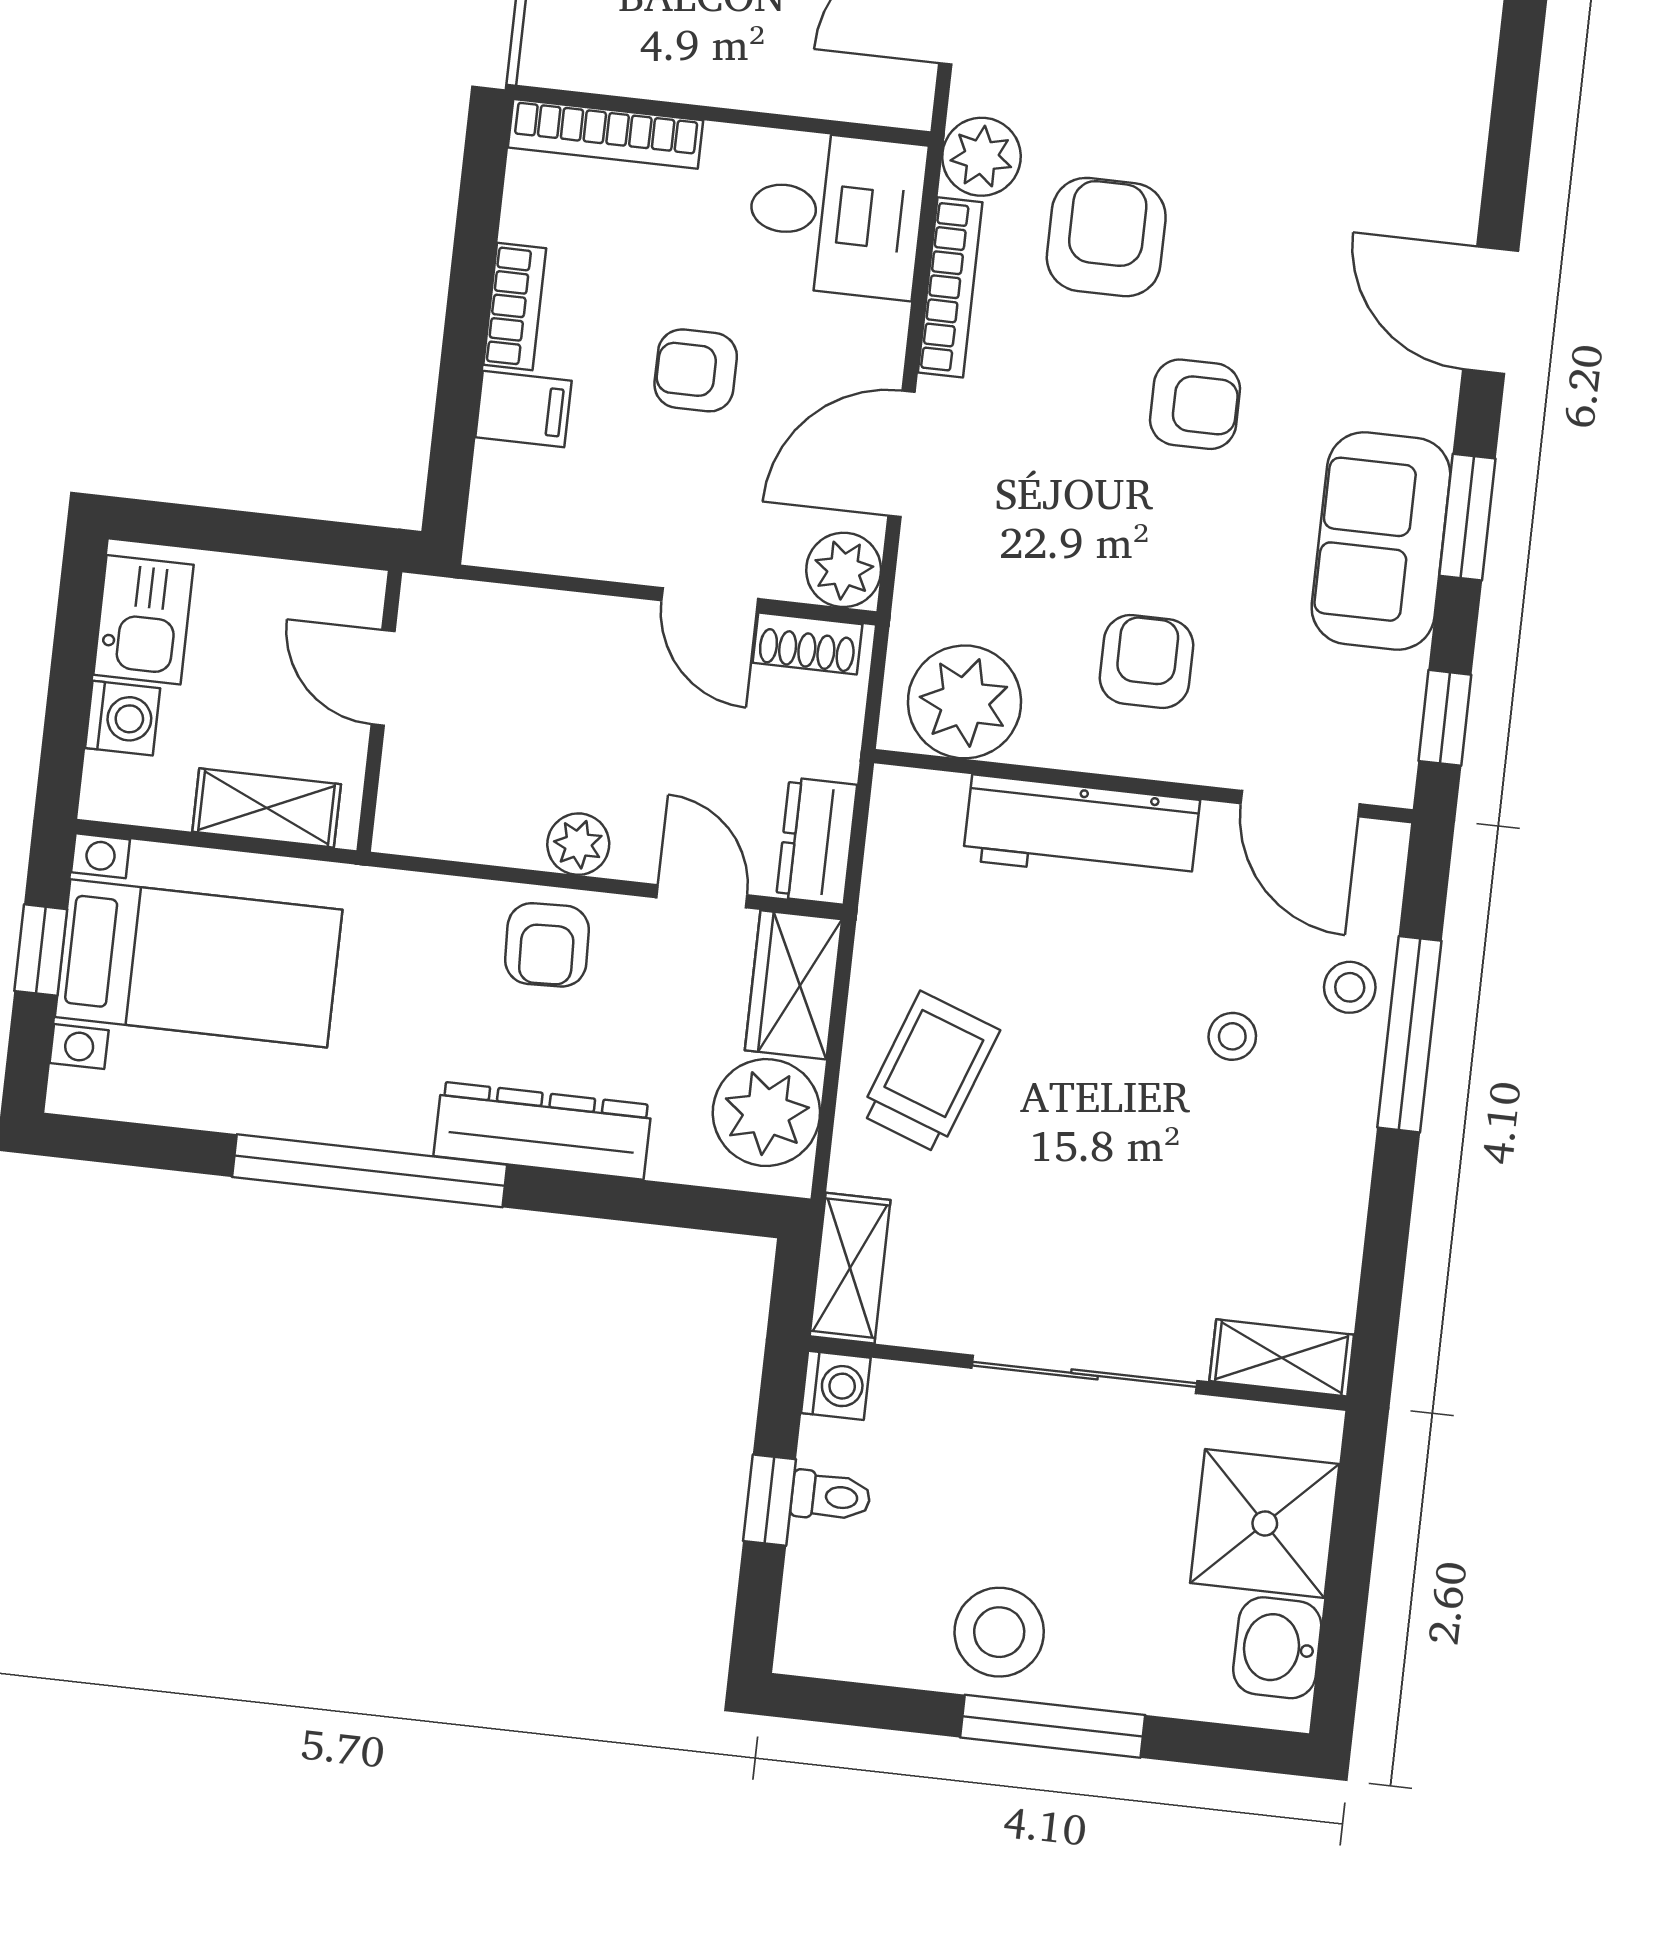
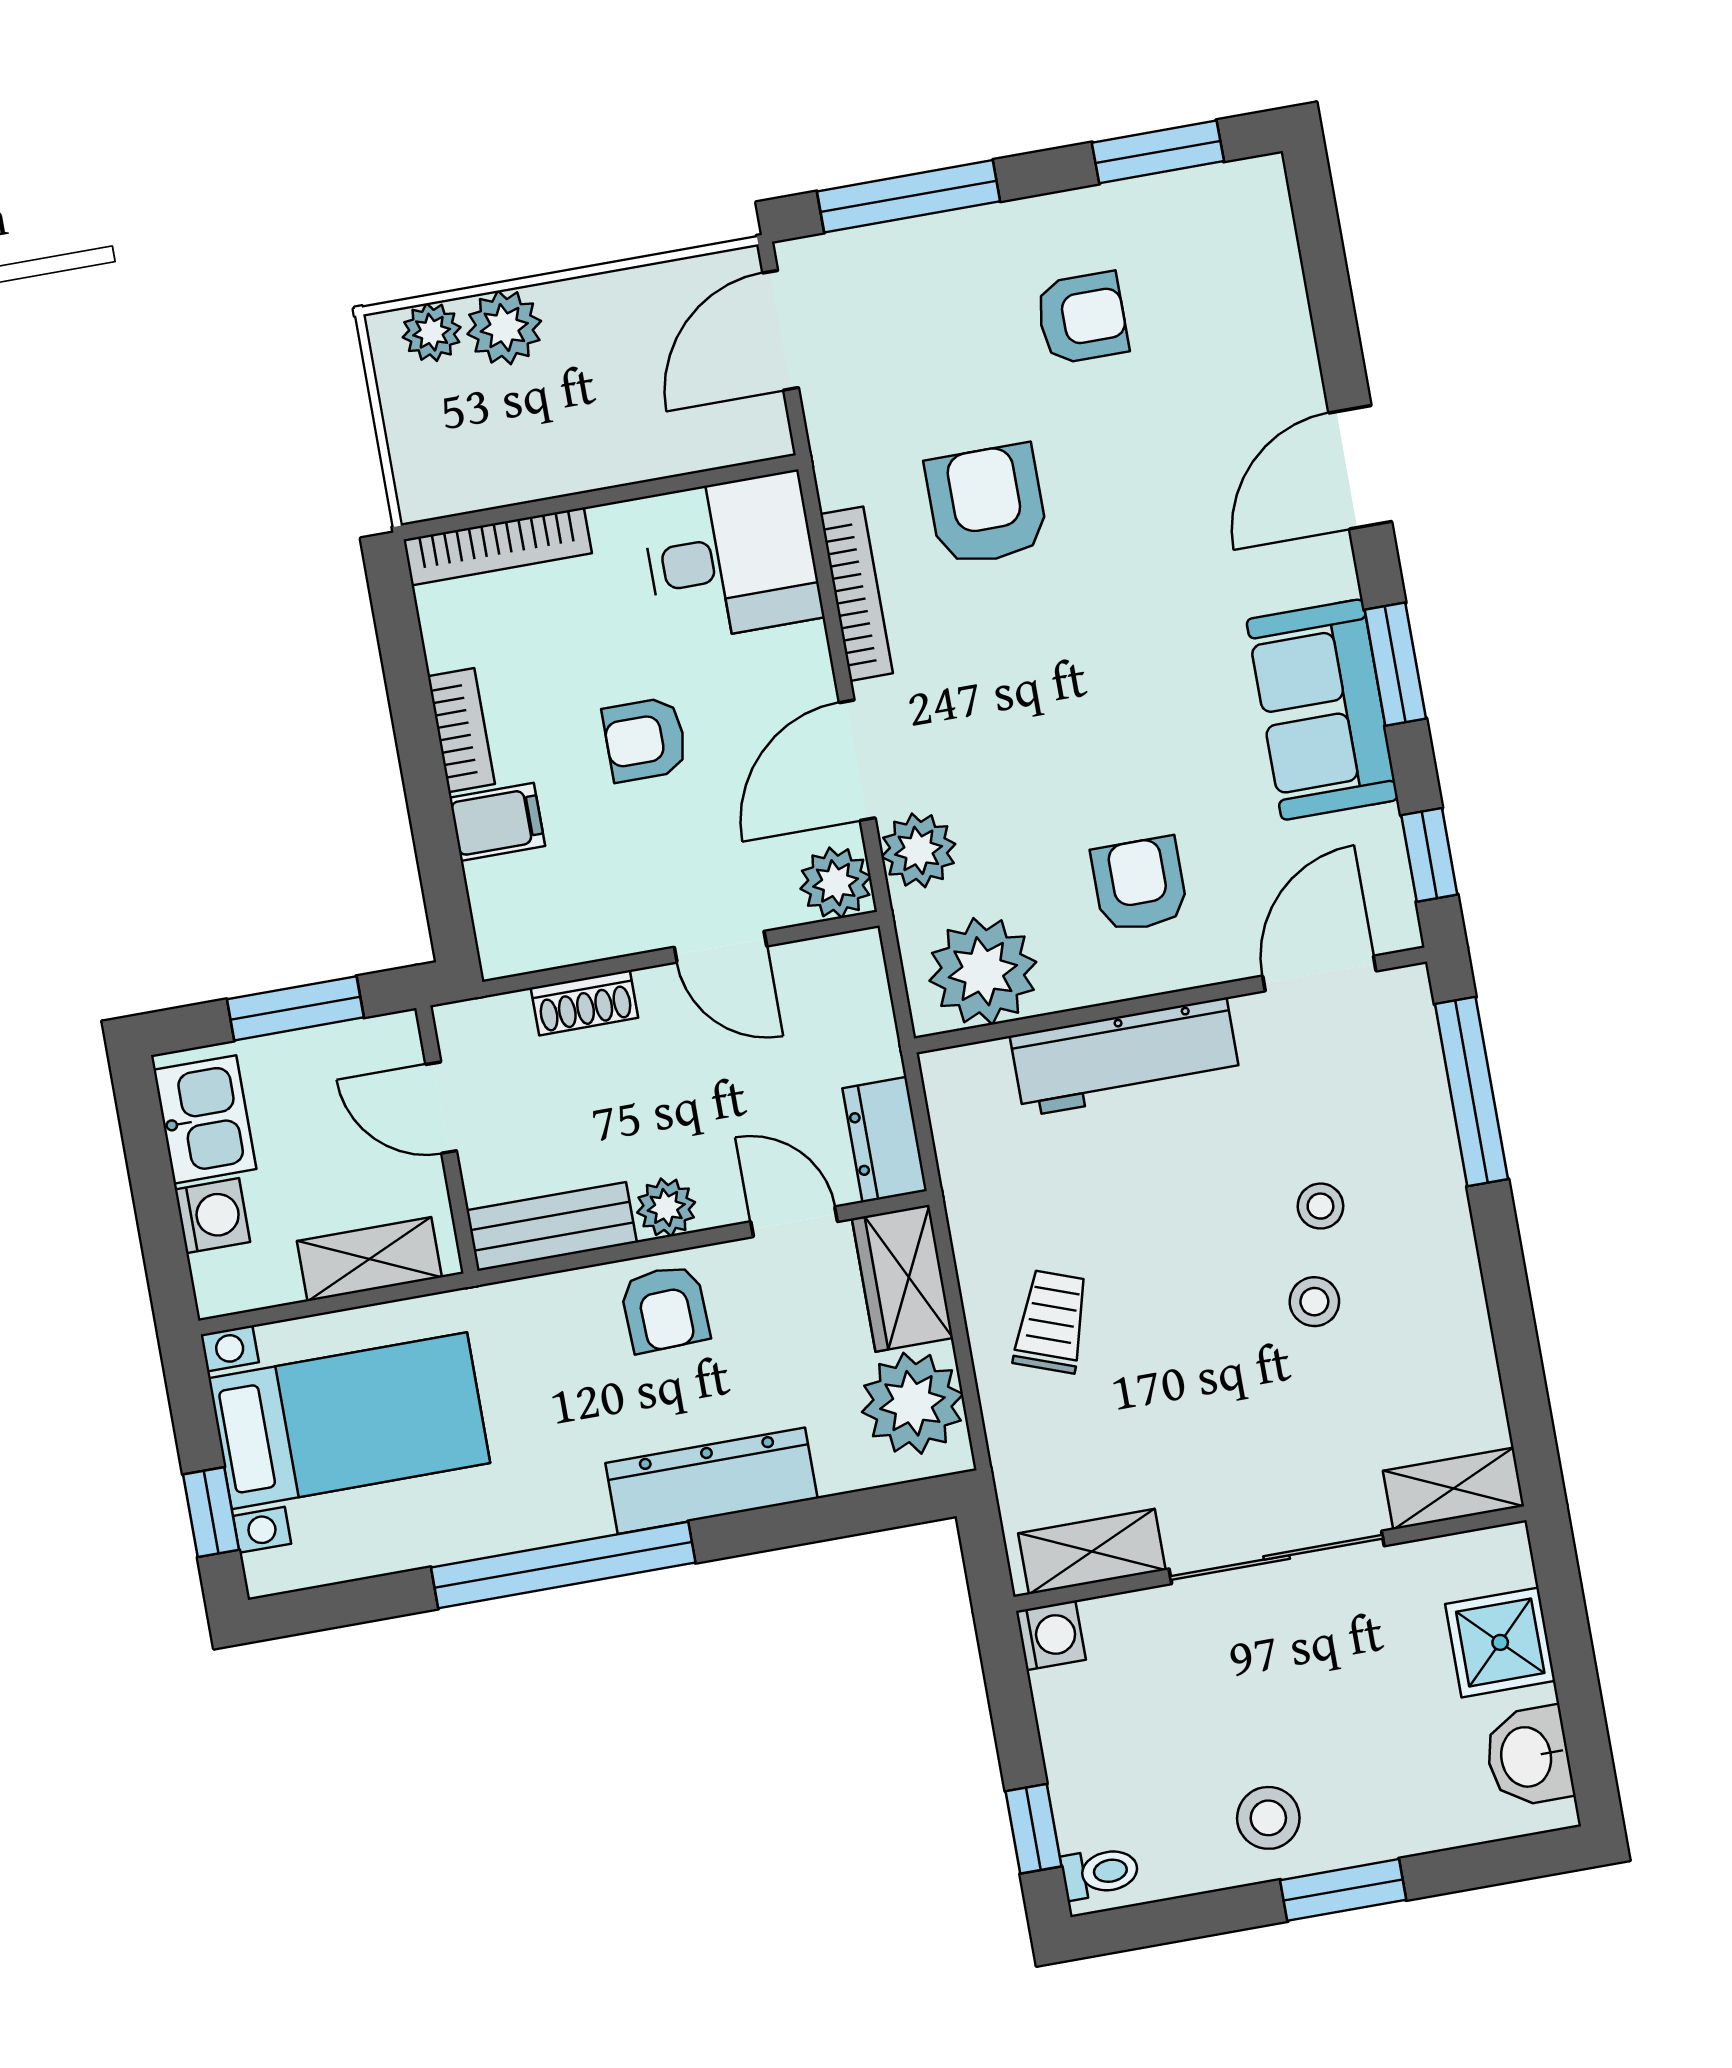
plant: (981, 157) -> (918, 850), moved
door: (1491, 310) -> (1360, 467), hinge flipped
armchair: (1195, 404) -> (1082, 318), moved
window: (267, 535) -> (295, 1008), added
shoe rack: (808, 643) -> (584, 1003), moved
door: (1300, 804) -> (1319, 973), swing flipped
bench: (458, 829) -> (552, 1226), added
window: (41, 950) -> (211, 1512), moved
stool: (1350, 987) -> (1314, 1302), moved
window: (1409, 1034) -> (1471, 1092), moved
trolley: (930, 1072) -> (1052, 1322), width x0.73, depth x0.72
shelving: (850, 1268) -> (1092, 1552), moved, turned 90
toilet: (831, 1496) -> (1100, 1873), moved
window: (770, 1500) -> (1033, 1829), moved
shower: (1265, 1523) -> (1500, 1642), width x0.73, depth x0.73
stool: (999, 1632) -> (1268, 1818), width x0.73, depth x0.73
window: (1053, 1726) -> (1343, 1890), width x0.69

